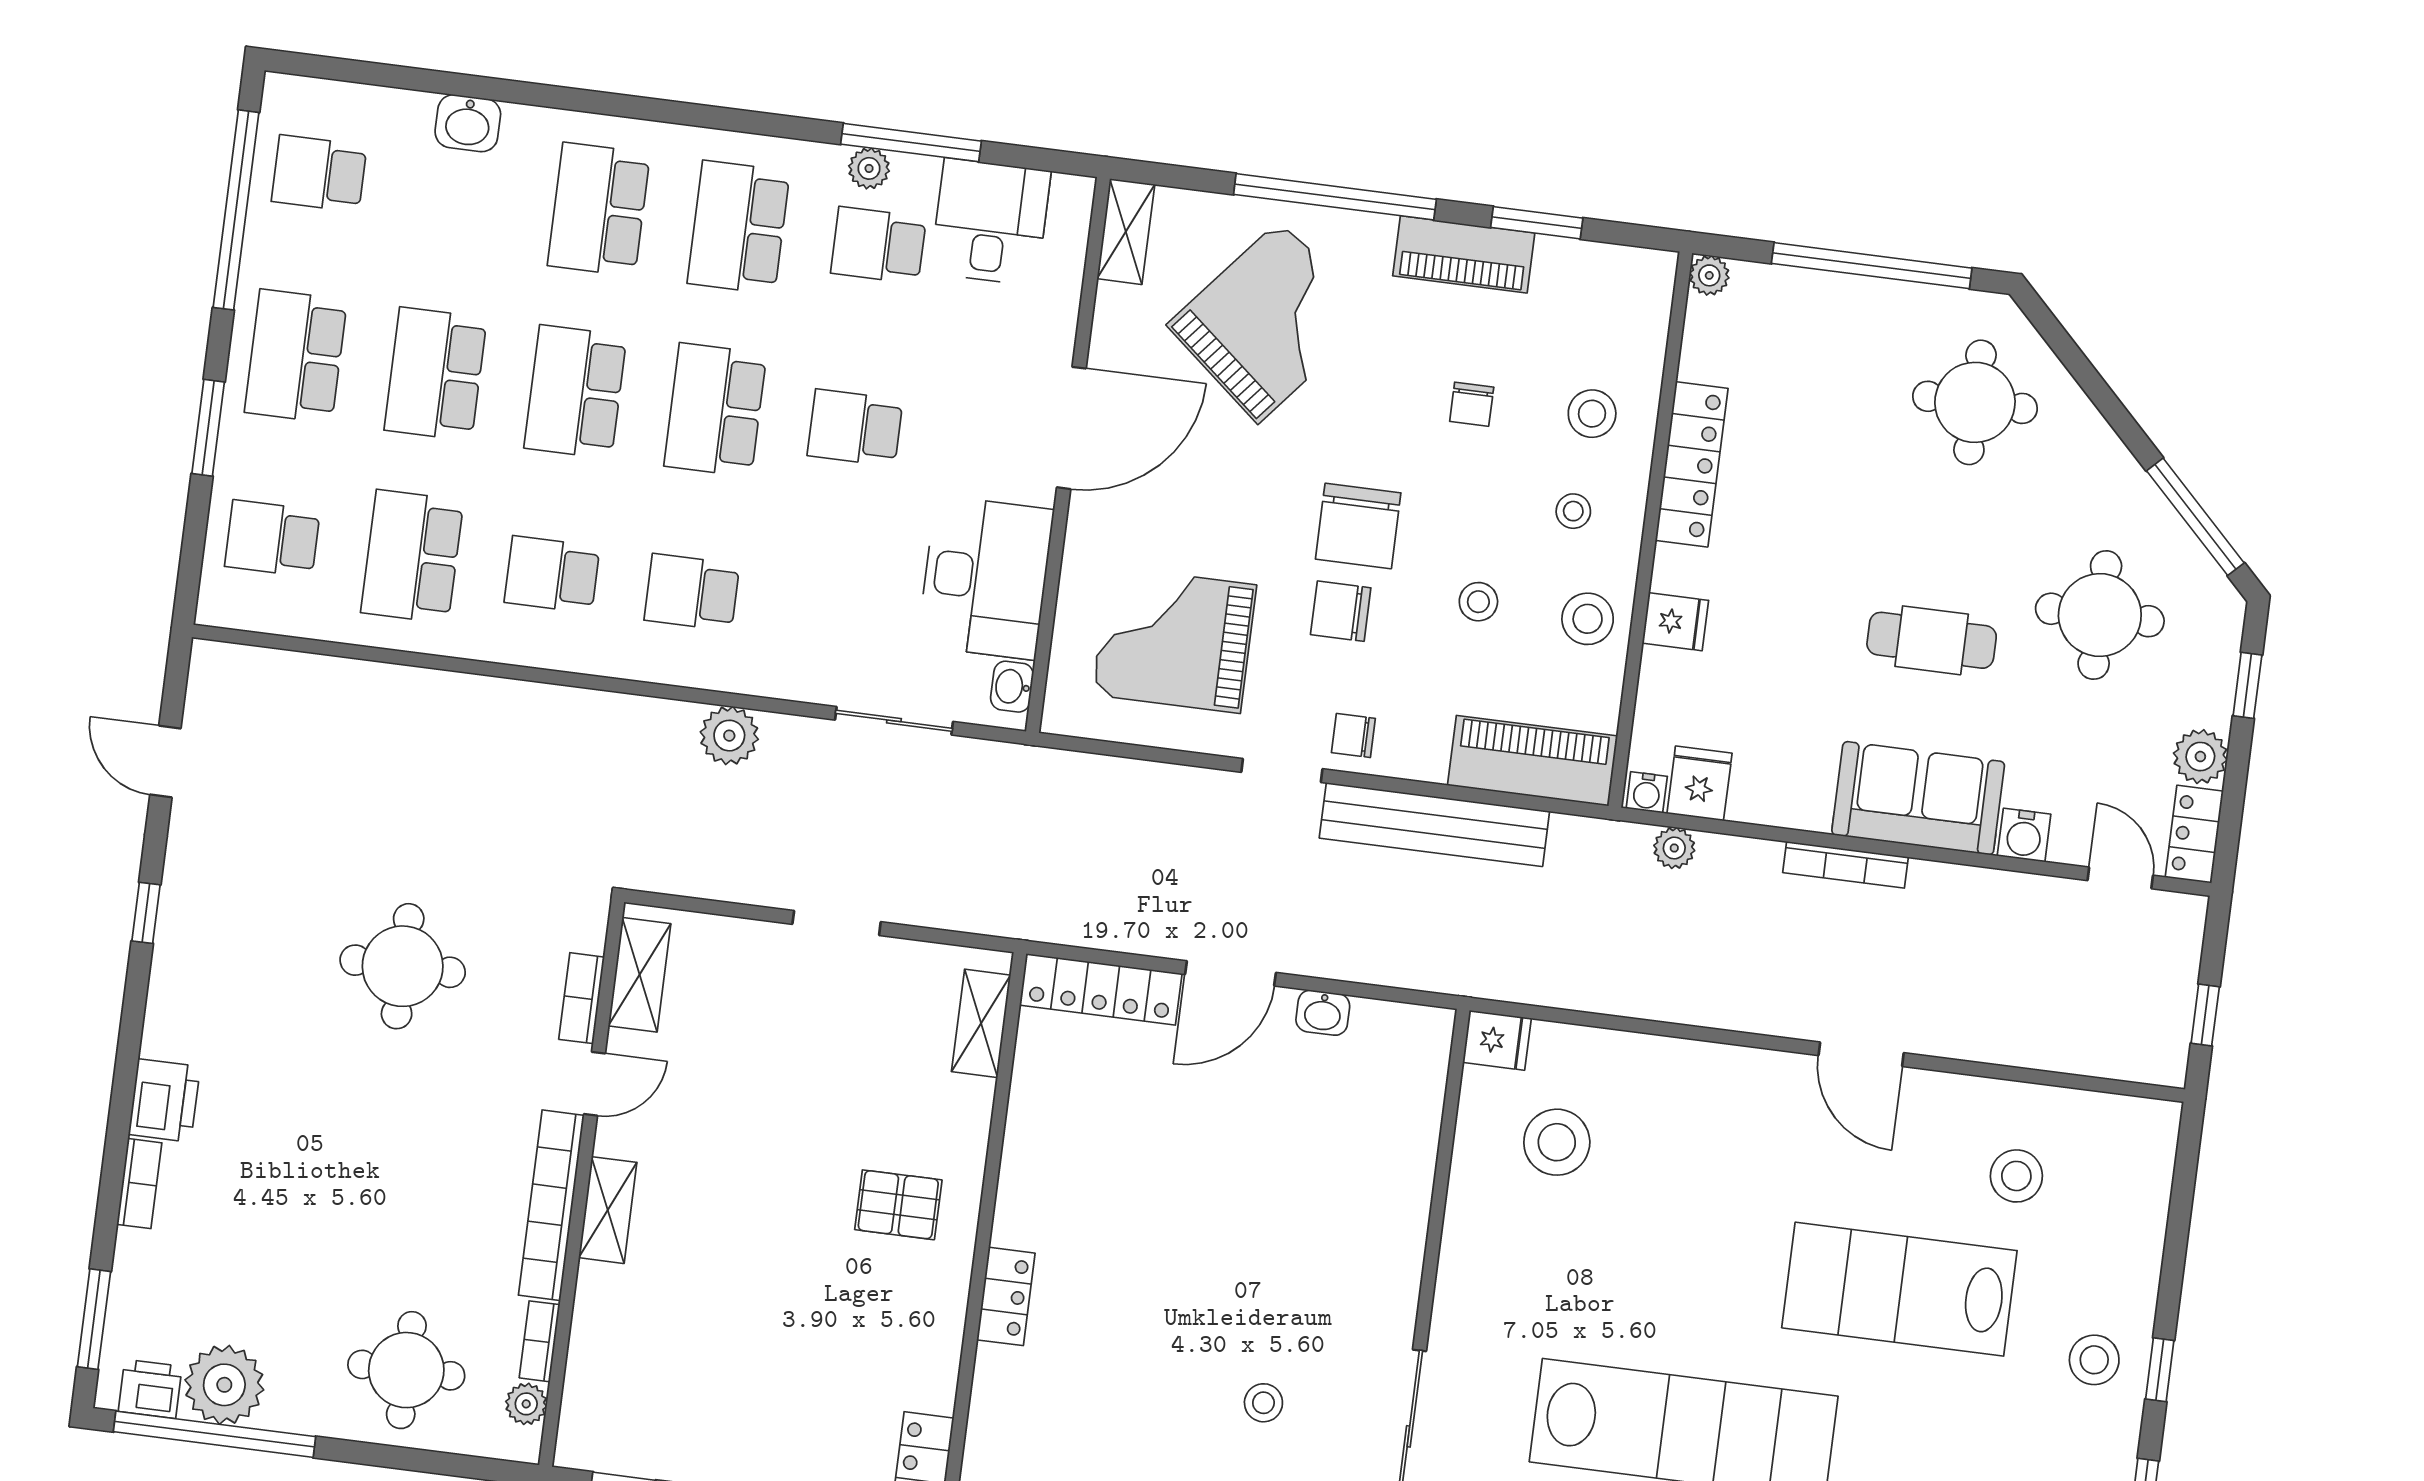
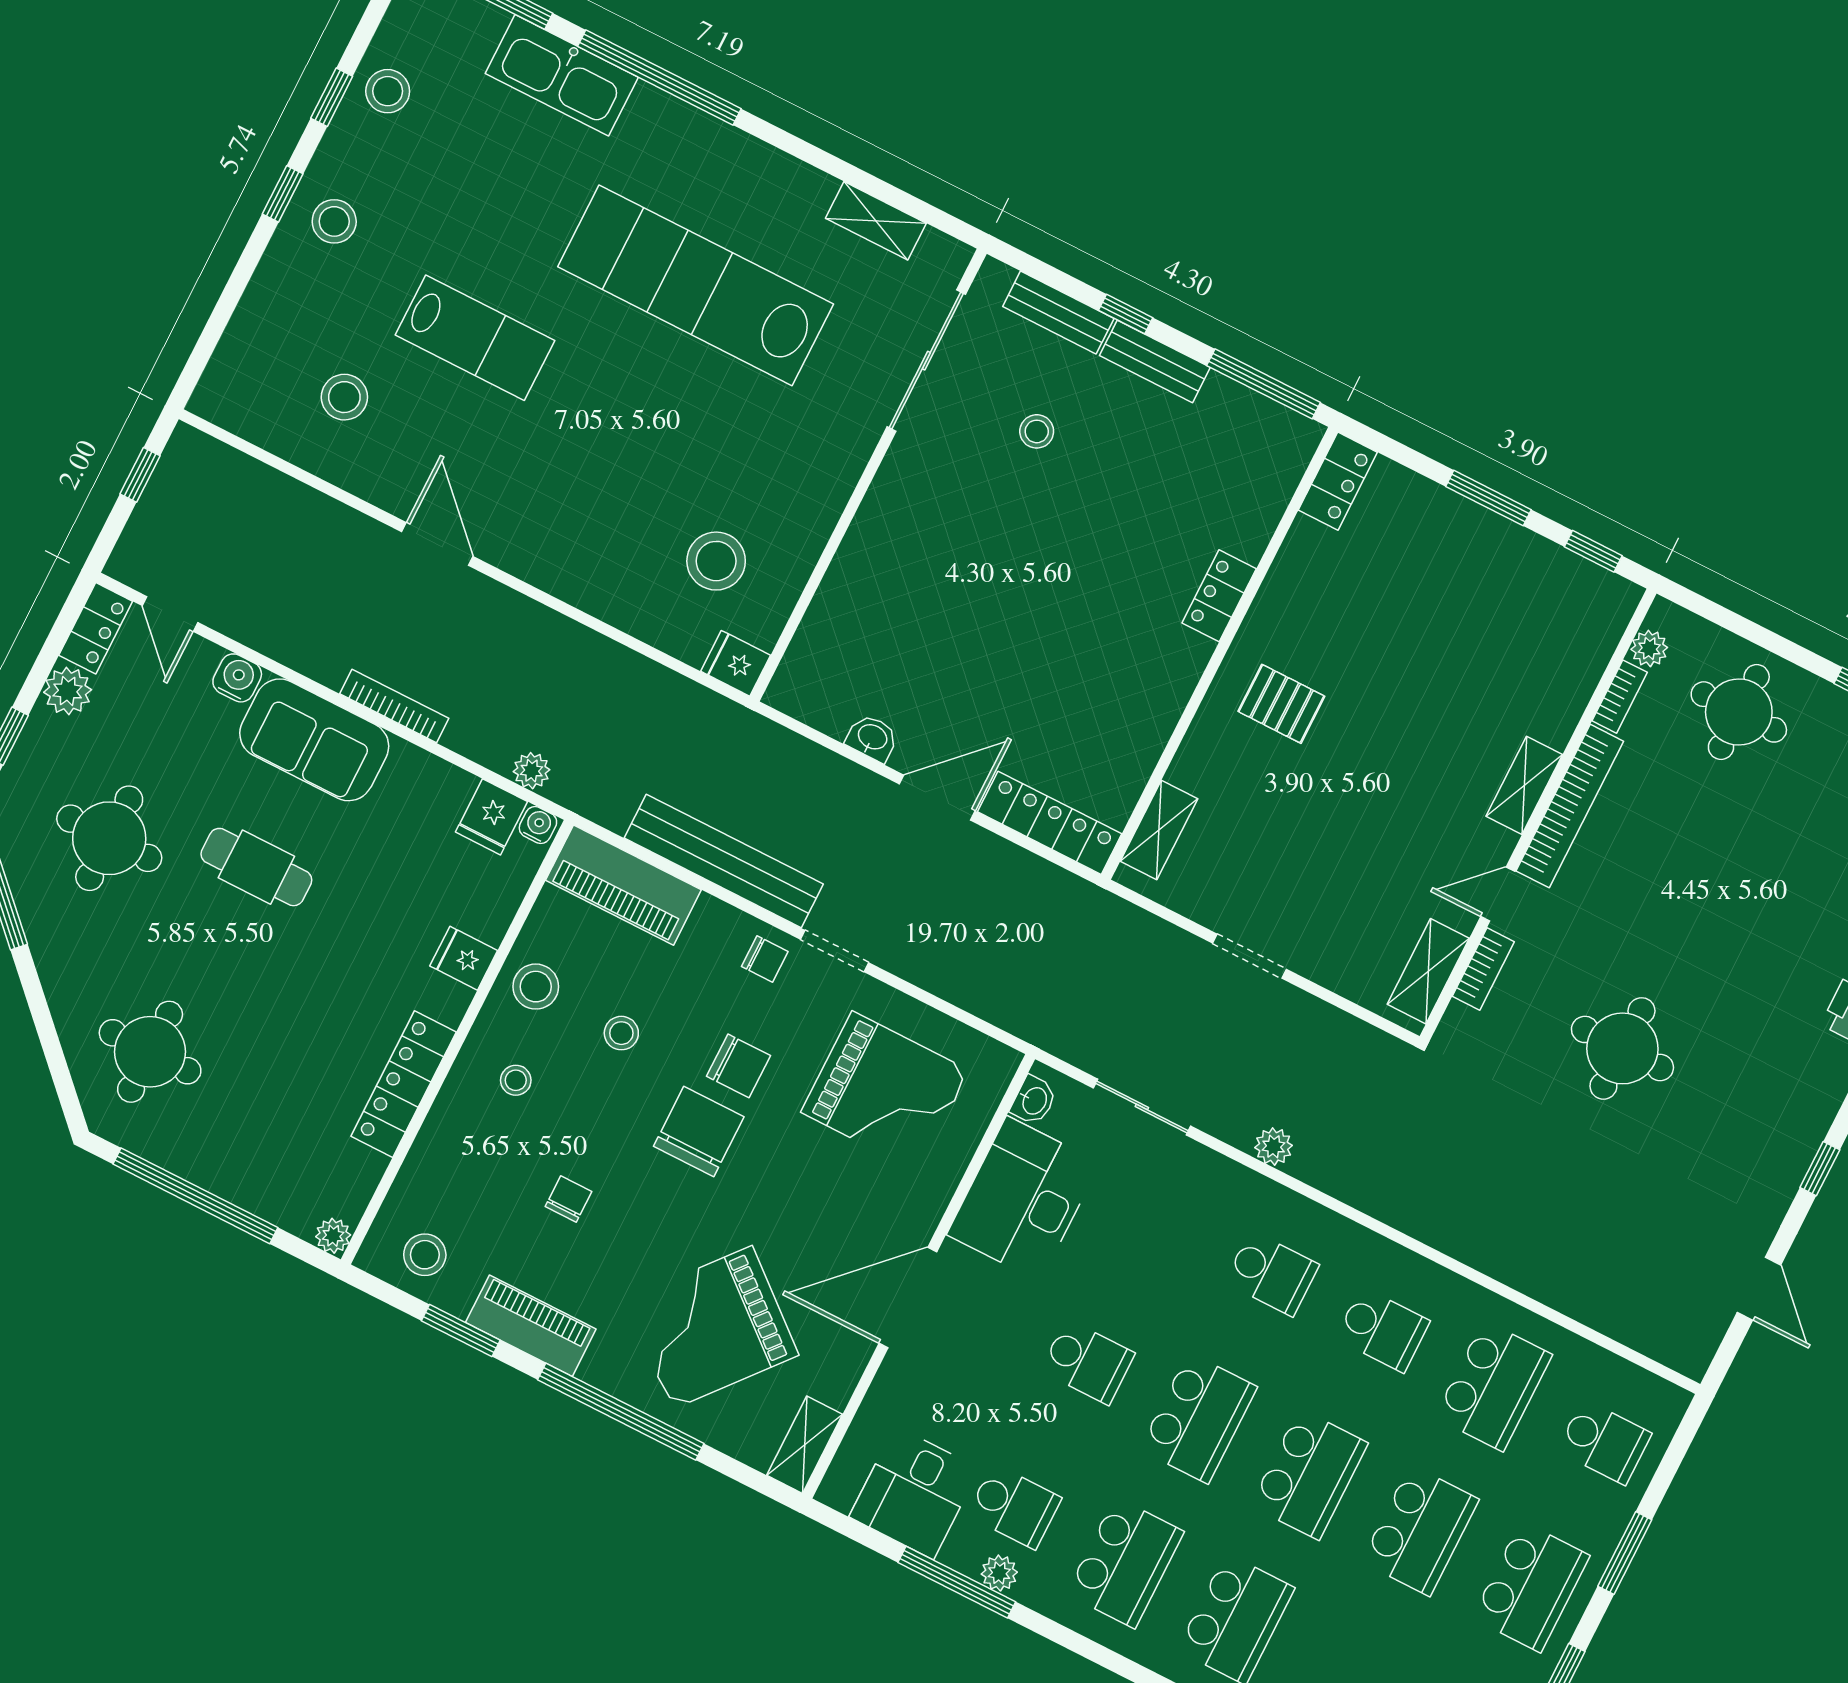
stool: (1592, 414) -> (425, 1255), moved
plant: (729, 736) -> (1274, 1147), width x0.73, depth x0.73
lab bench: (1899, 1289) -> (475, 338), width x0.73, depth x0.72

